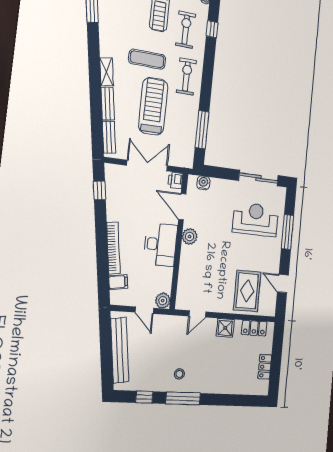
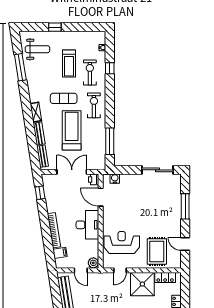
reception desk: (255, 219) -> (122, 243), moved
plant: (190, 236) -> (108, 217), removed
shower: (225, 328) -> (142, 284), width x1.86, depth x1.86

